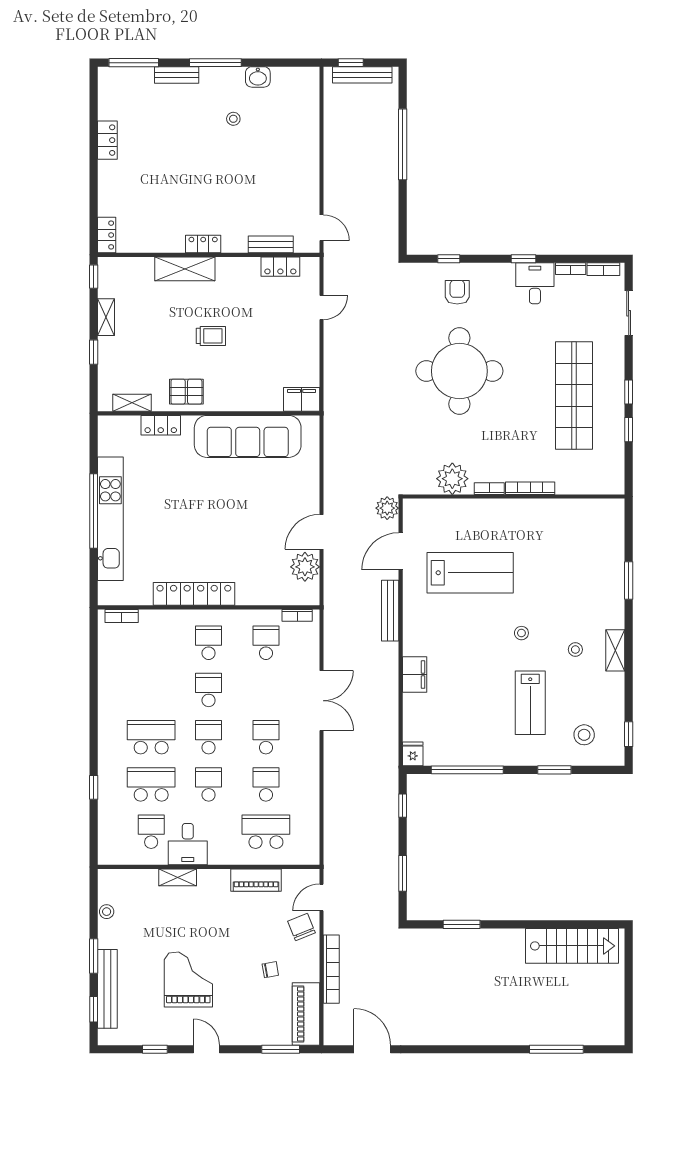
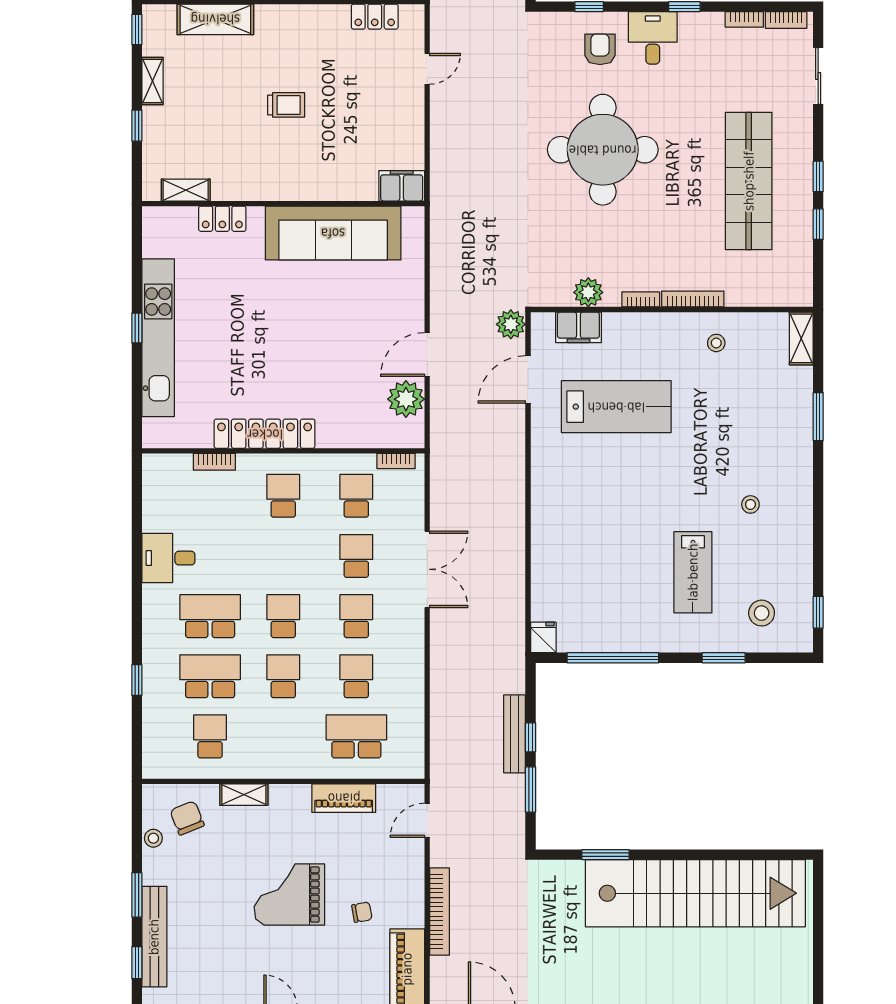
shelving: (185, 269) -> (215, 19), moved
desk: (535, 283) -> (653, 38), moved
pallet: (186, 392) -> (255, 176), removed
plant: (452, 479) -> (588, 292), width x0.73, depth x0.73
window: (94, 511) -> (137, 328), width x0.32
bench: (390, 611) -> (515, 734), moved
bookcase: (122, 616) -> (214, 462), moved
stool: (521, 633) -> (716, 343), moved
shelving: (615, 650) -> (801, 338), moved
filing cabinet: (415, 675) -> (578, 327), moved, turned 90
school desk: (209, 690) -> (356, 556), moved
window: (403, 806) -> (531, 737), moved
desk: (188, 844) -> (168, 558), moved, turned 90
chair: (302, 927) -> (187, 818), moved
stairs: (572, 946) -> (695, 893), width x1.86, depth x1.51
grand piano: (188, 980) -> (289, 895), moved, turned -90

